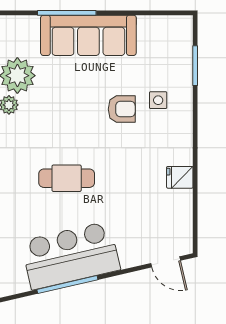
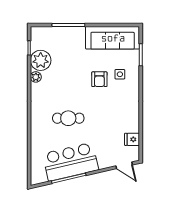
sofa: (88, 35) -> (113, 38), moved
armchair: (122, 109) -> (99, 79), turned 90
fridge: (180, 177) -> (132, 139), moved

